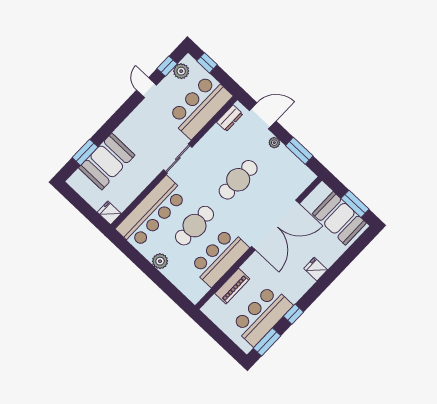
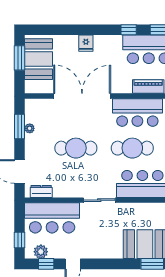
plant: (274, 143) -> (30, 128), moved

